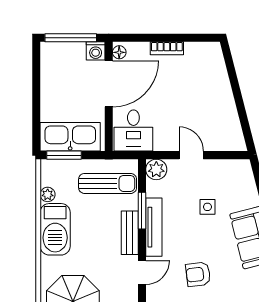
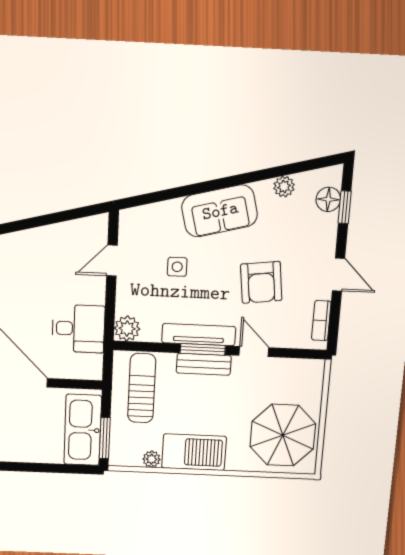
desk: (133, 131) -> (78, 329), moved
door: (191, 155) -> (112, 261), moved
window: (142, 211) -> (203, 349), moved
armchair: (198, 274) -> (261, 282), width x1.38, depth x1.38

